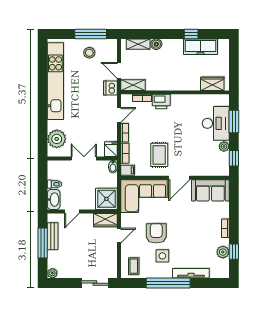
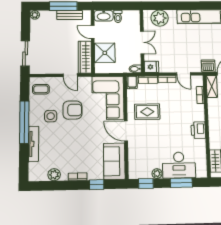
printer: (161, 102) -> (198, 130), moved
shower: (106, 199) -> (105, 53), moved
wardrobe: (105, 220) -> (85, 57), width x1.50
window: (234, 252) -> (97, 185), moved

